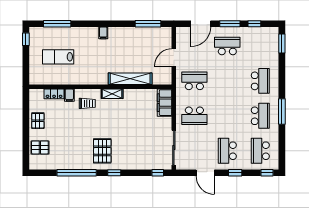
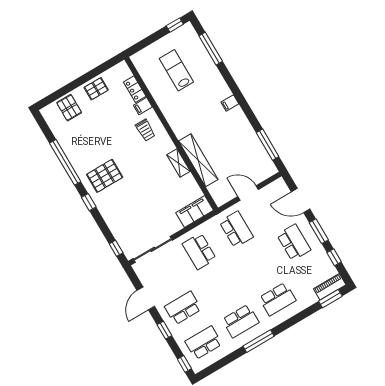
piano: (273, 39) -> (330, 287), added
shelving: (112, 94) -> (179, 163), moved

